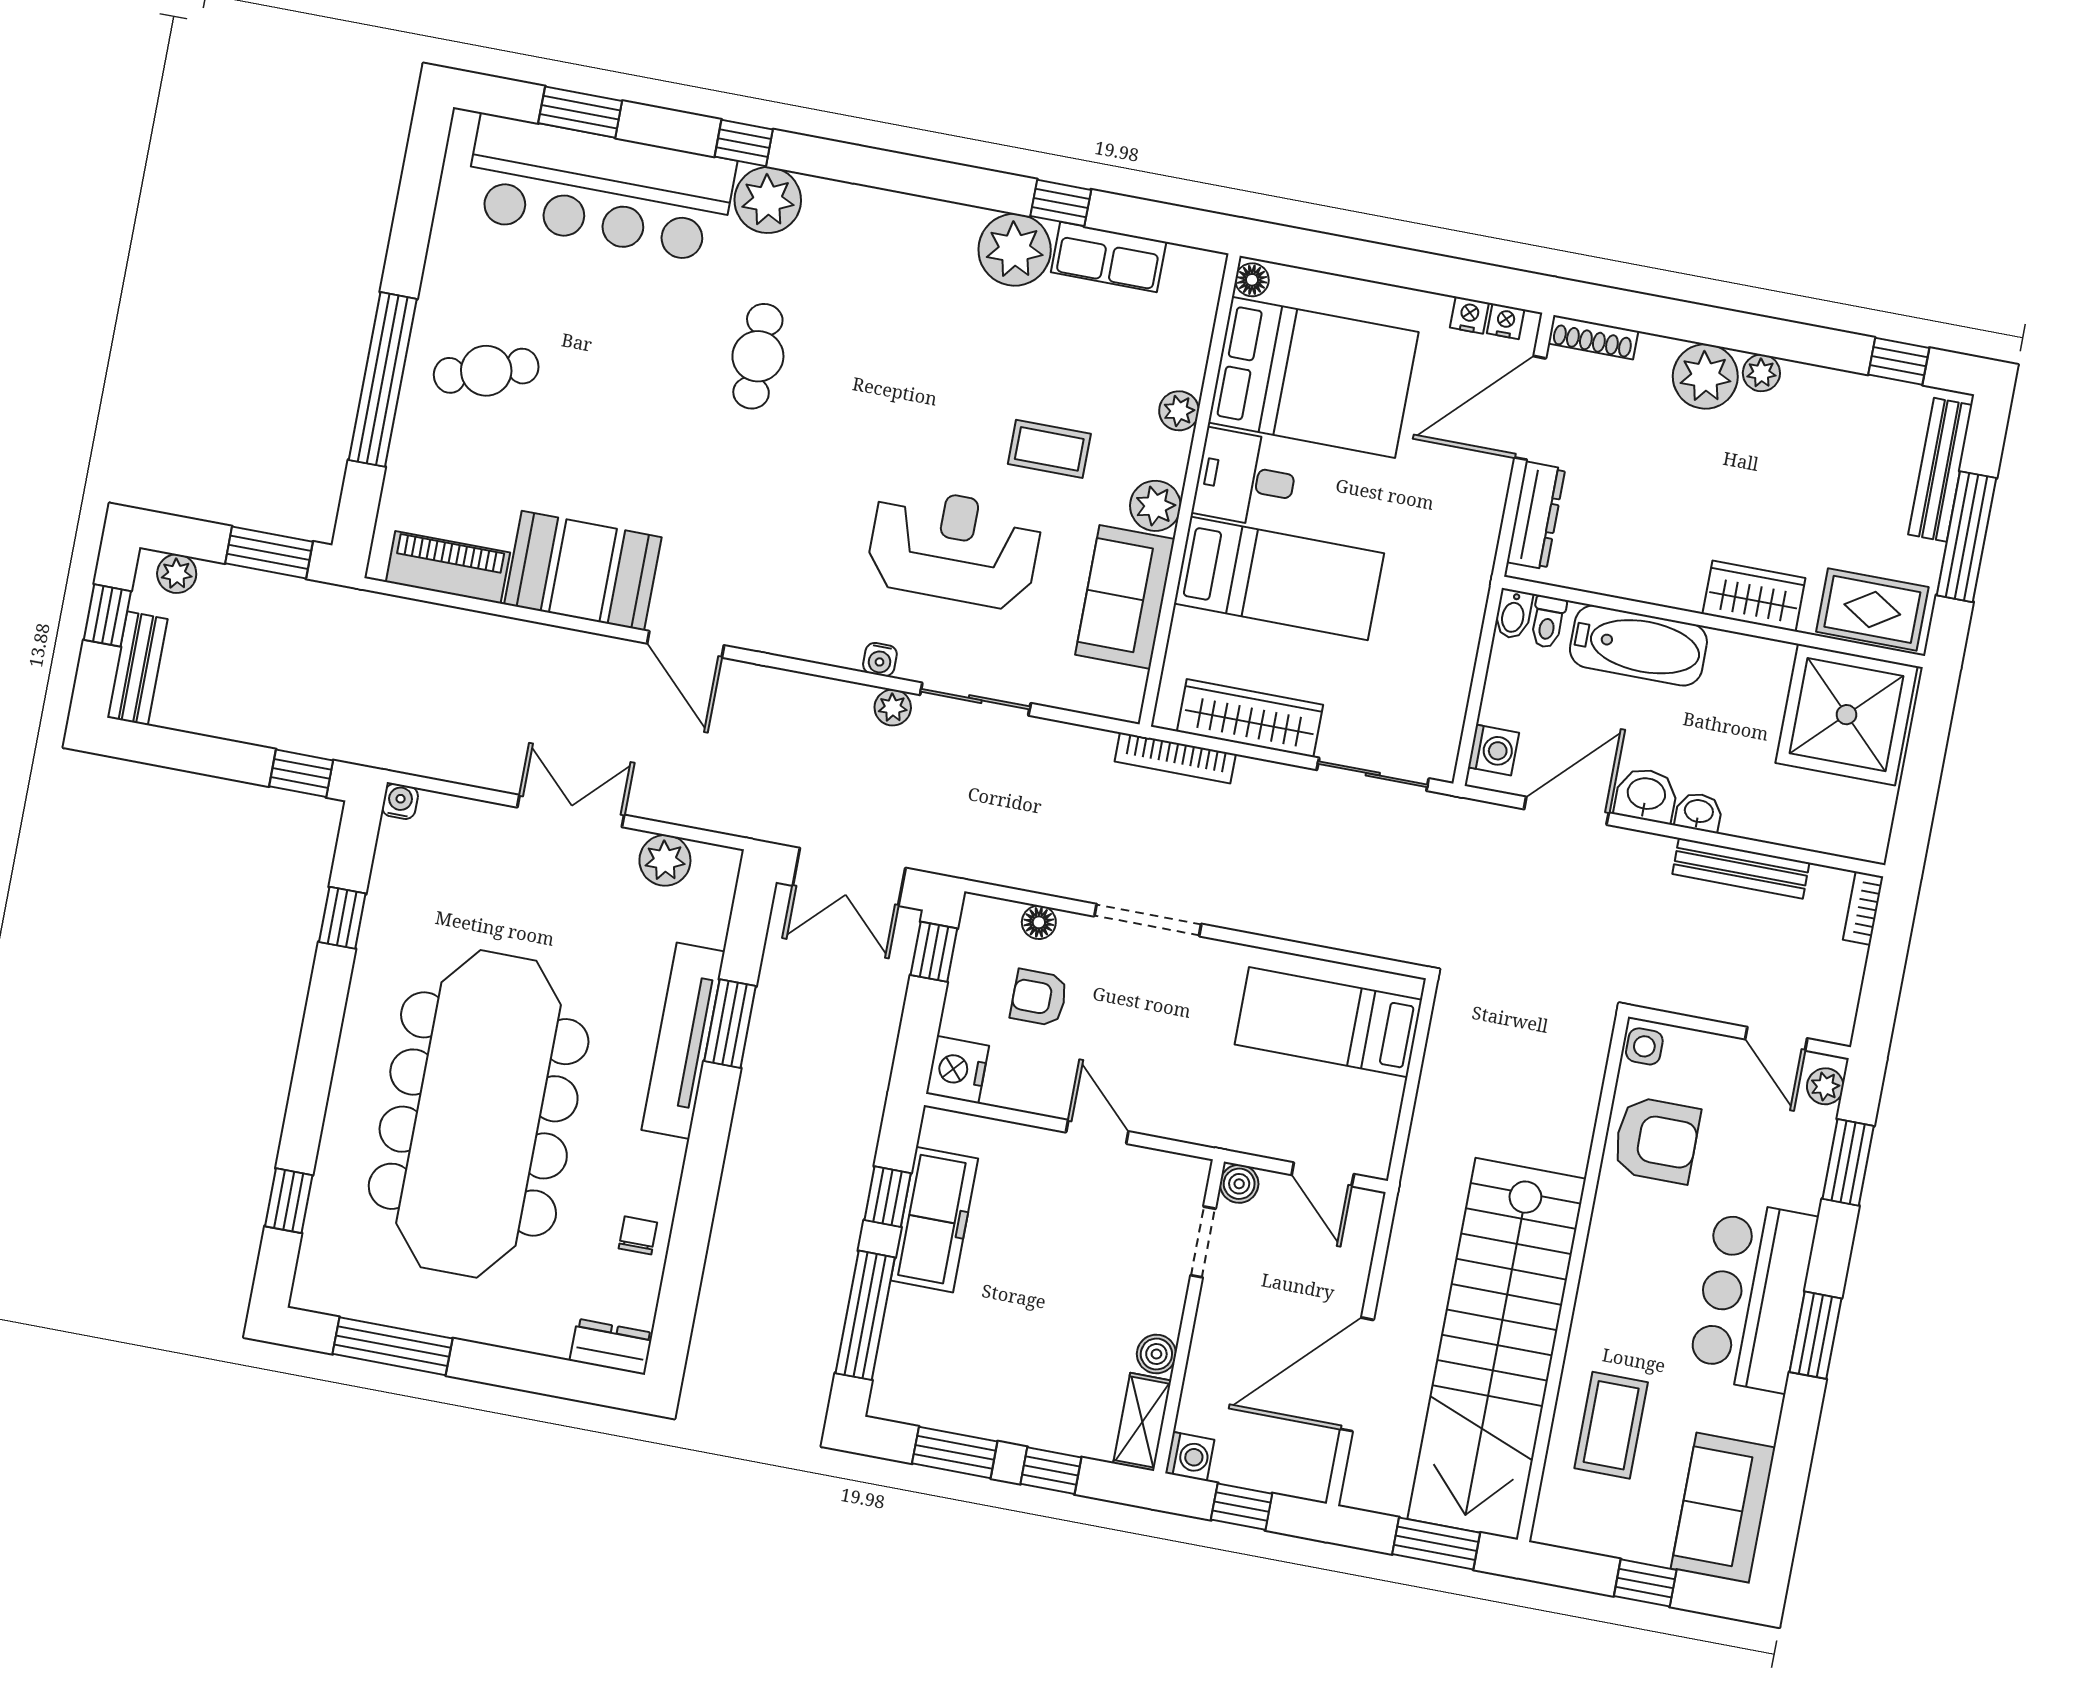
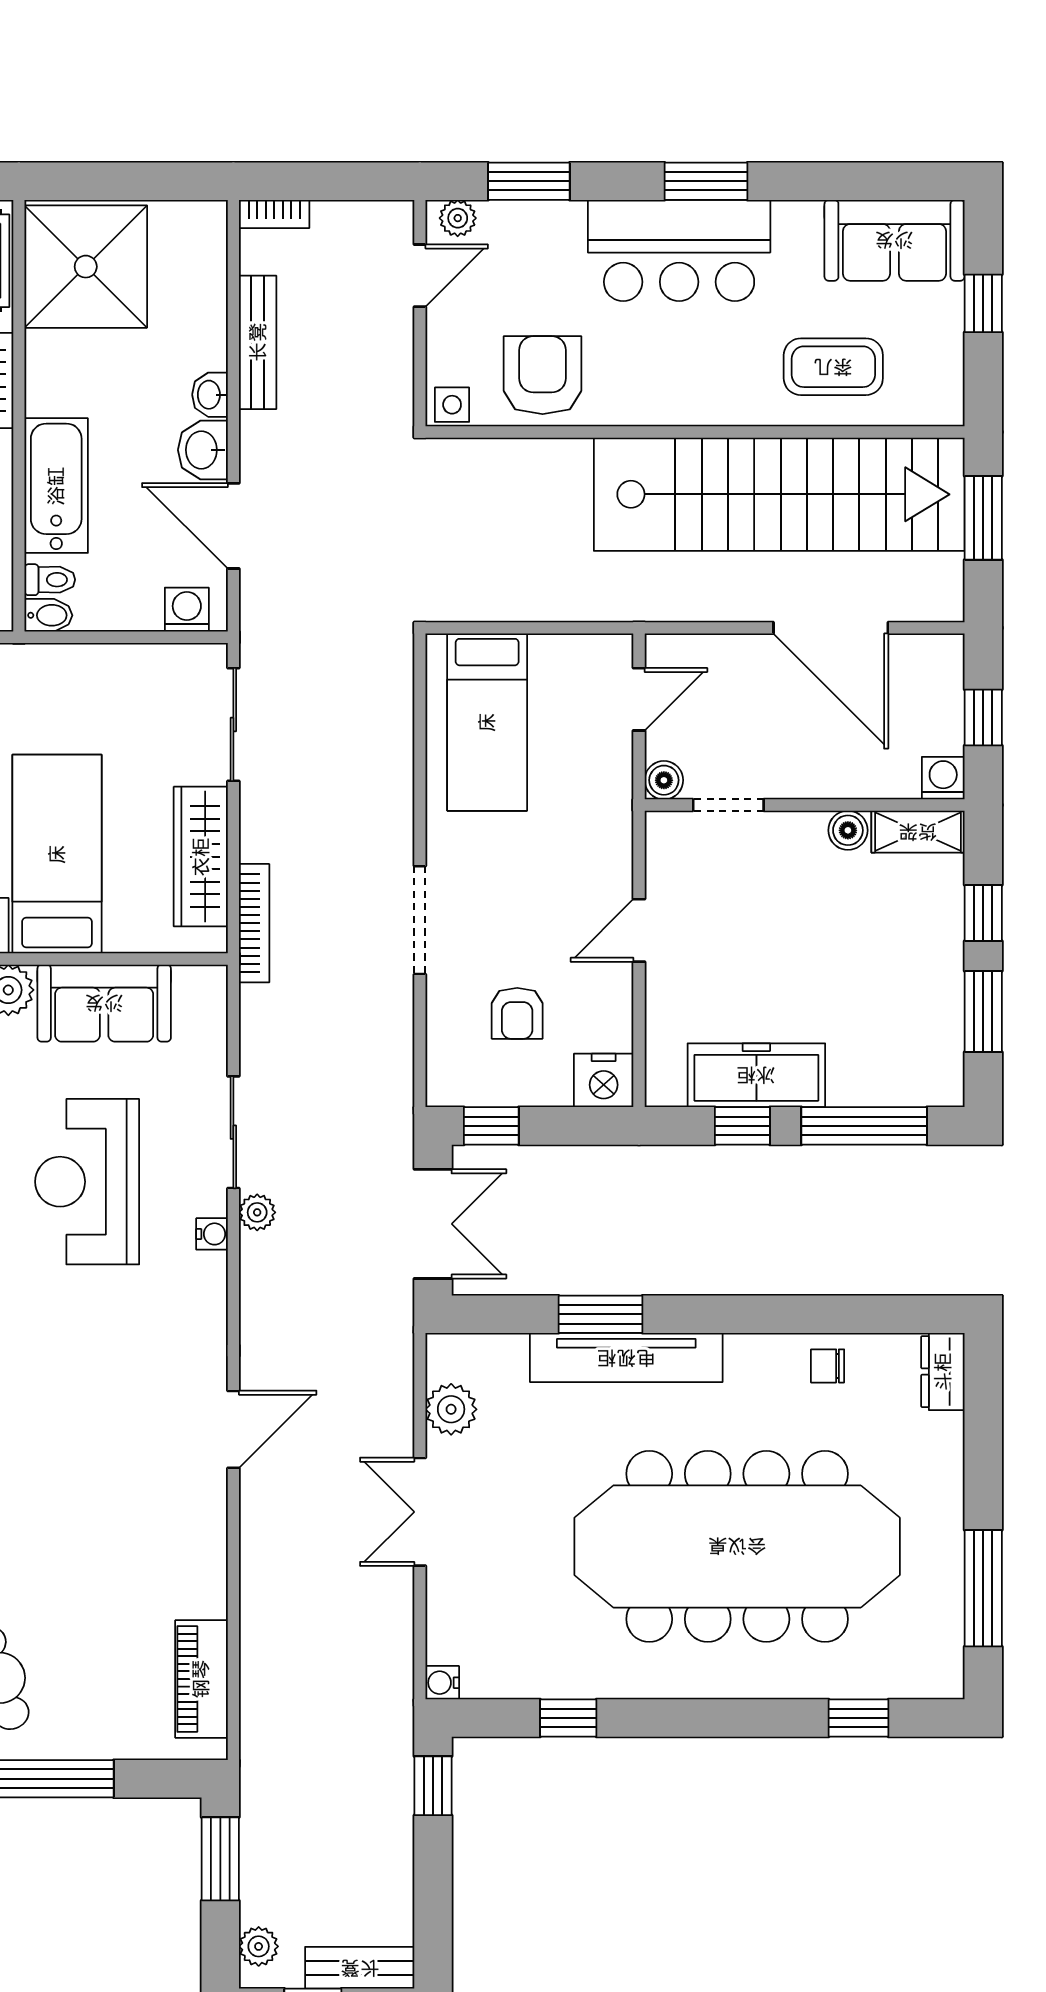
booth: (583, 571) -> (180, 1545), removed
floor lamp: (1039, 922) -> (442, 1027), removed

